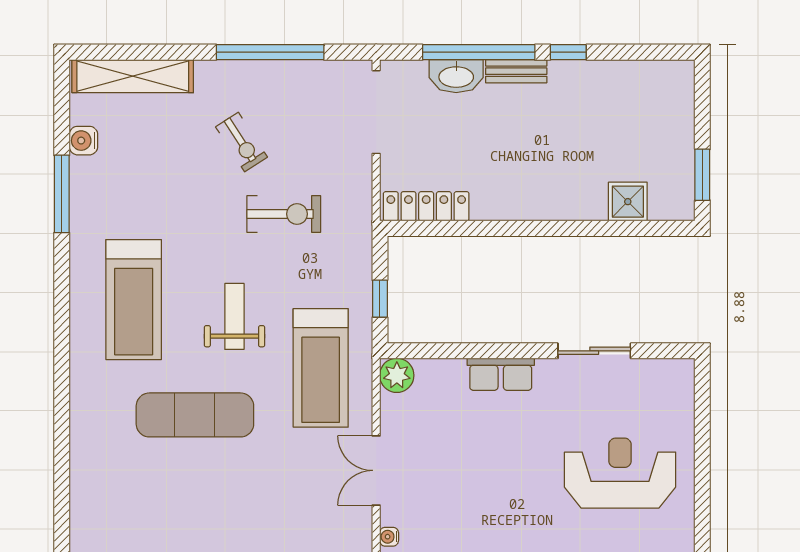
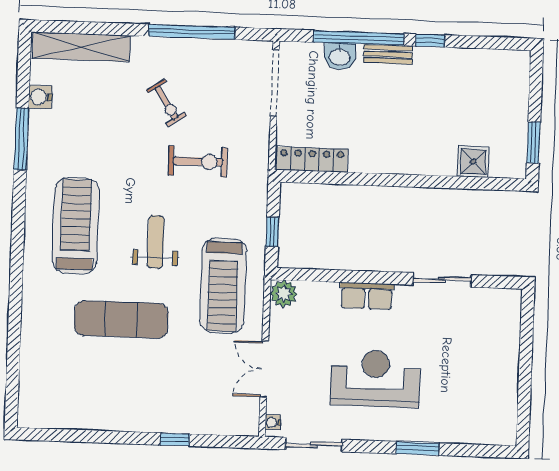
washbasin: (456, 76) -> (340, 56), width x0.72
treadmill: (134, 300) -> (76, 226), turned 180
reception desk: (620, 473) -> (375, 379), moved

